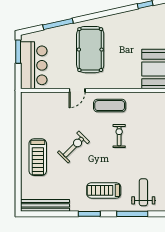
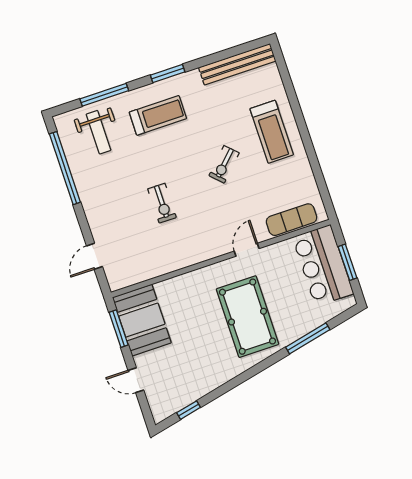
window: (18, 52) -> (348, 262), moved
exercise mat: (110, 106) -> (291, 220), moved
exercise bike: (73, 147) -> (224, 164), width x0.73, depth x0.72
treadmill: (38, 157) -> (272, 132), turned 180

